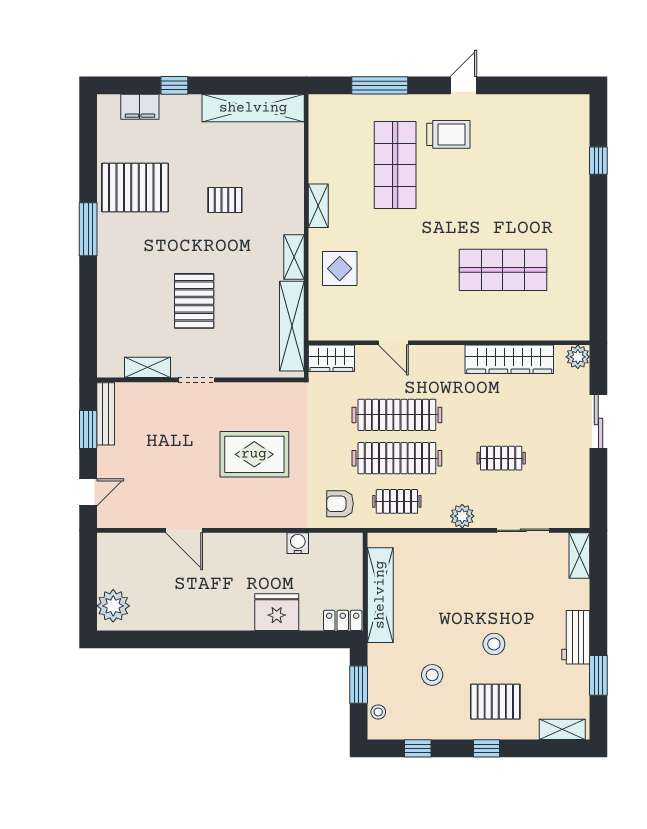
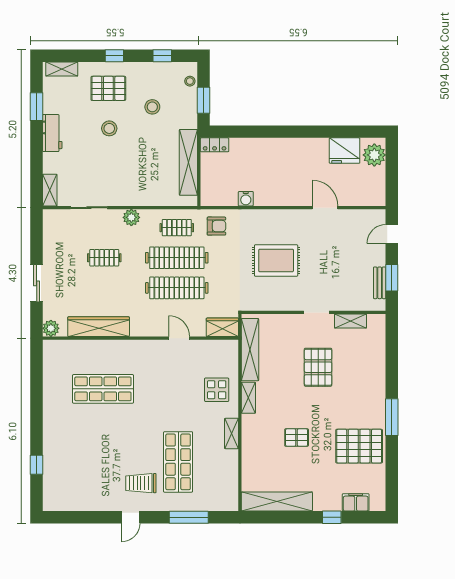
bench: (106, 414) -> (380, 283), width x0.73
fridge: (277, 612) -> (345, 151), moved

